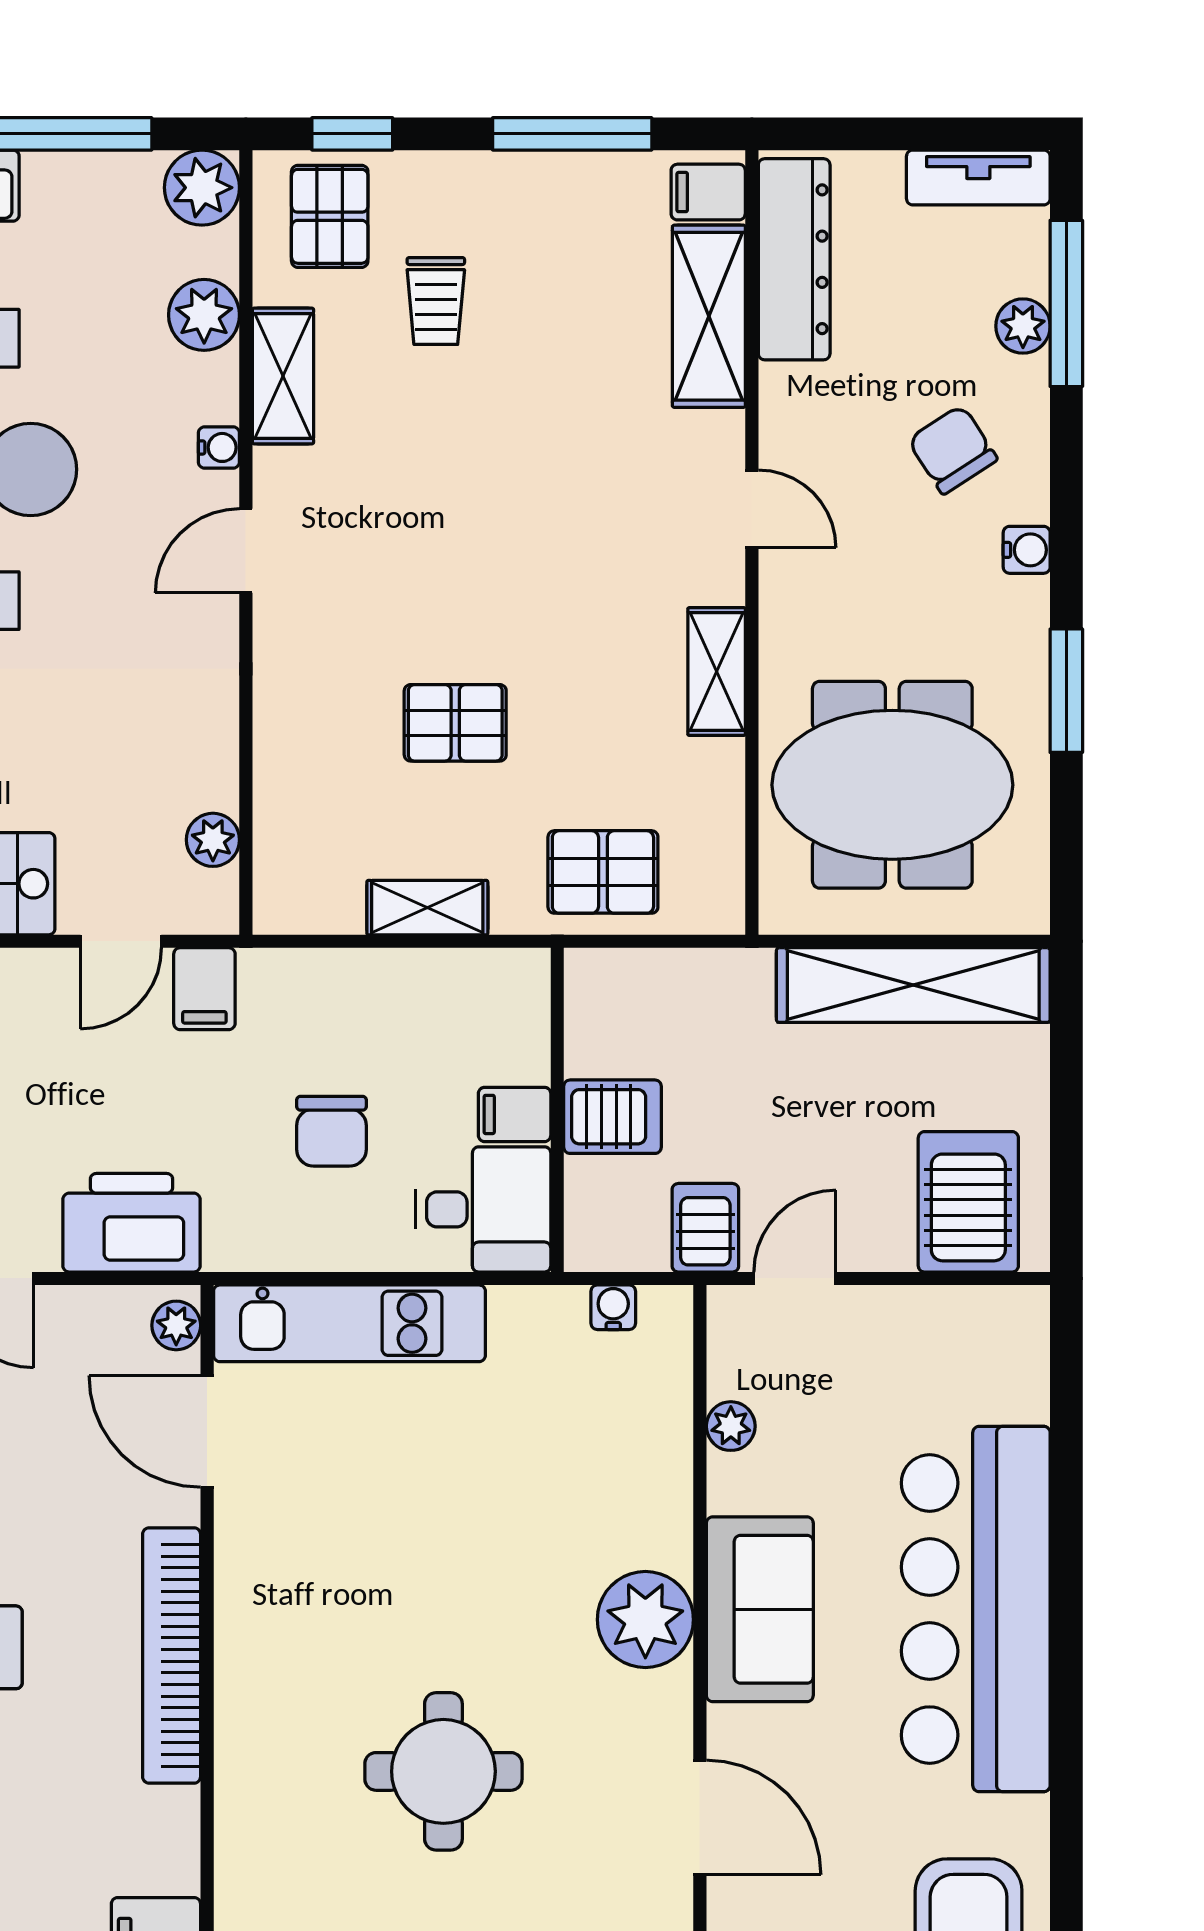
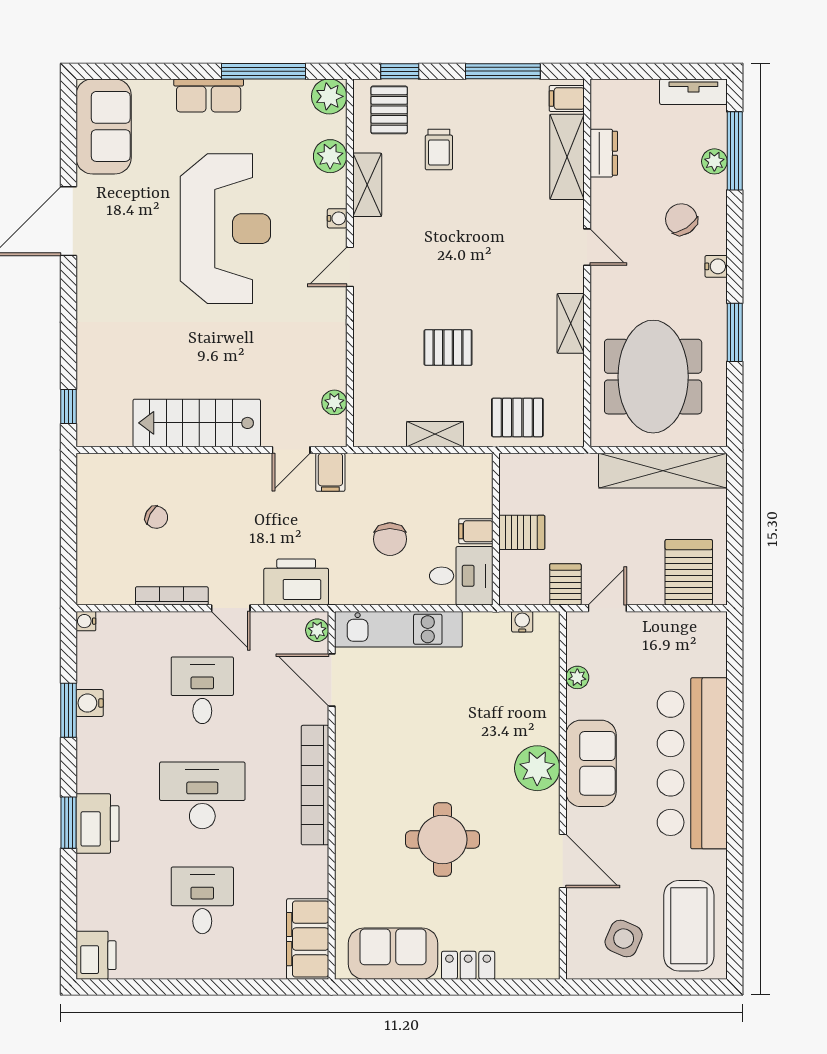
dresser: (794, 259) -> (604, 153), width x0.51, depth x0.80
meeting table: (892, 785) -> (653, 377), turned 90

